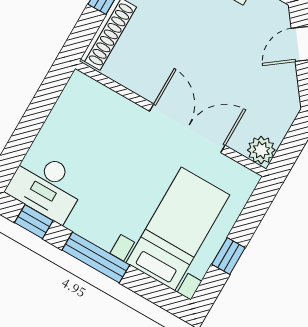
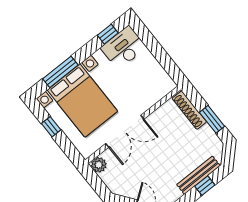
bed with nightstands: (178, 229) -> (82, 101), width x1.36
window: (96, 257) -> (60, 72), moved

